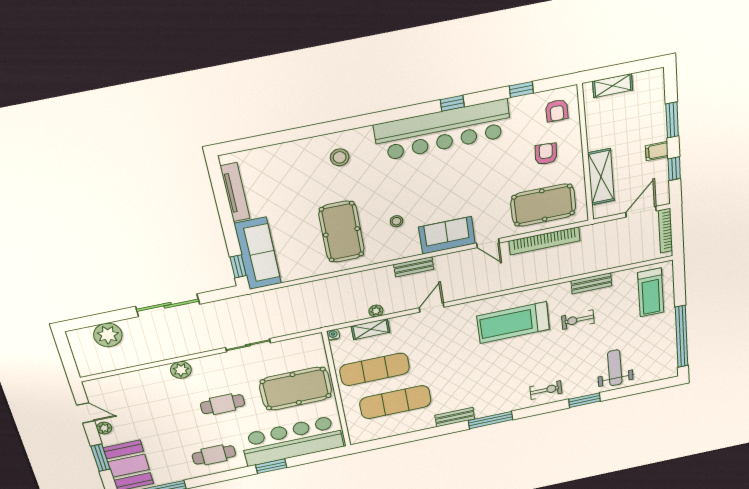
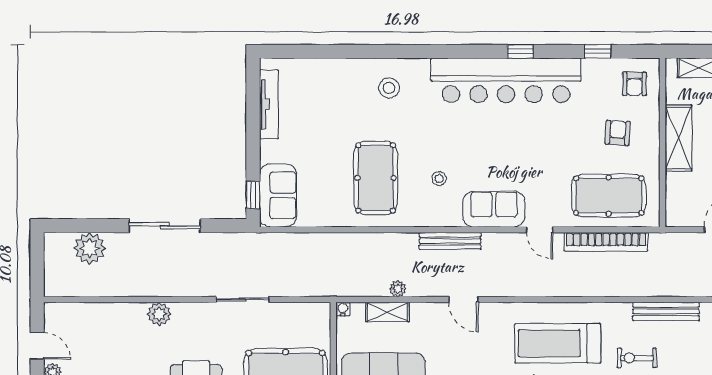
shelving: (601, 177) -> (678, 138), moved
sofa: (258, 254) -> (278, 195), width x0.73
bench: (414, 267) -> (450, 241), width x1.36
bench: (591, 283) -> (666, 311), width x1.36
door: (432, 307) -> (463, 299), swing flipped

